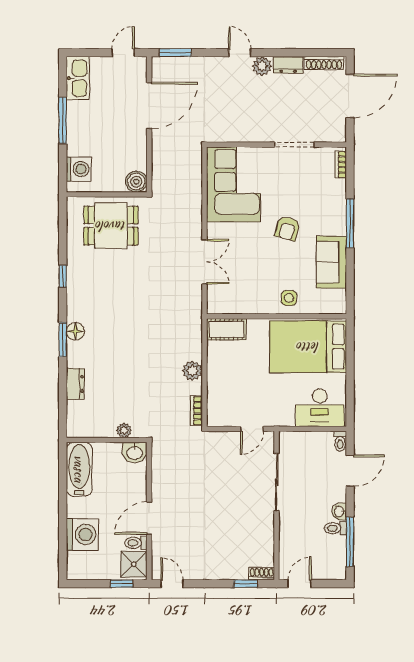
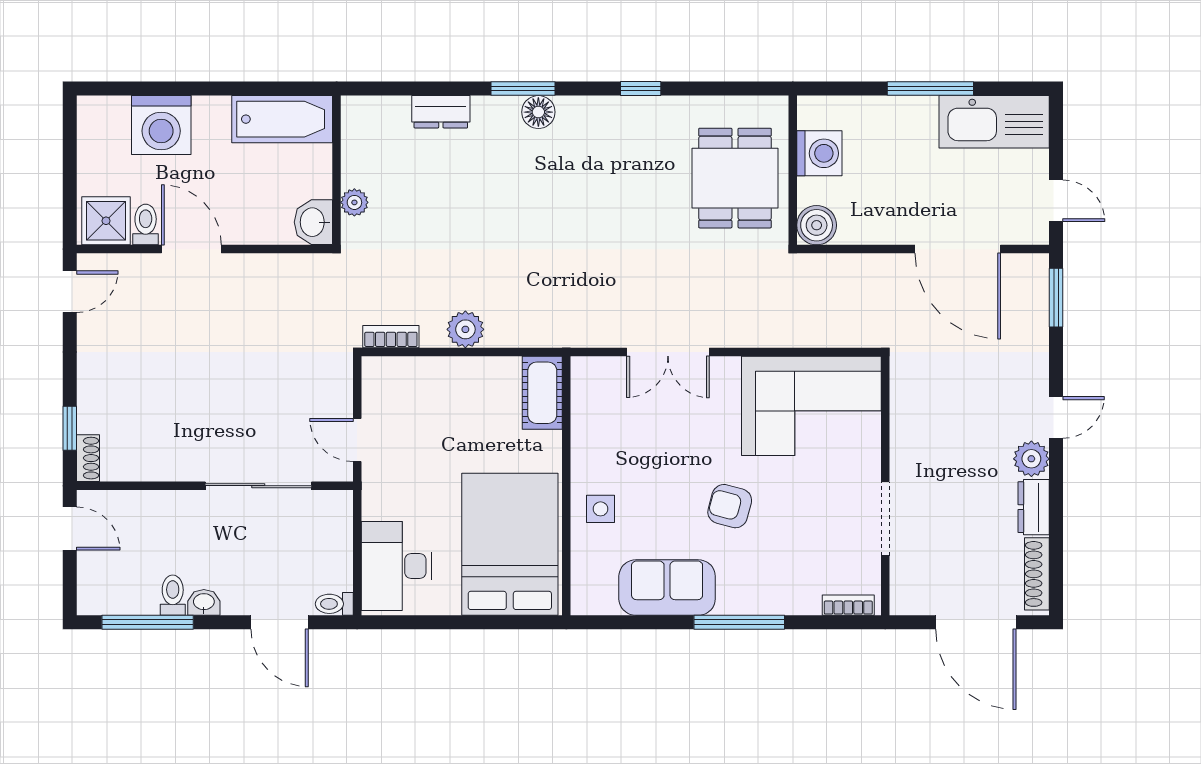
kitchen sink: (78, 78) -> (994, 122), width x1.36, depth x1.24
washing machine: (79, 169) -> (819, 153), moved, turned -90
window: (122, 584) -> (70, 198), removed

